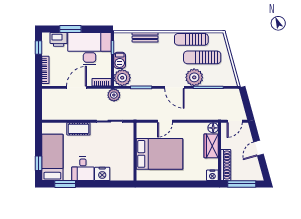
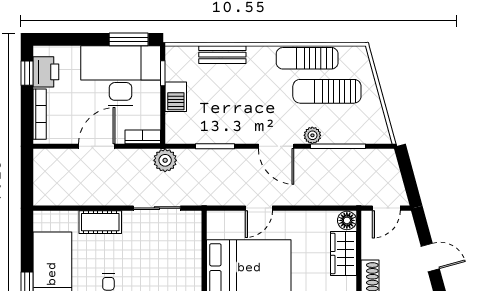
window: (70, 29) -> (129, 39), moved
printer: (59, 39) -> (46, 72), moved, turned -90
plant: (194, 77) -> (312, 135), width x0.53, depth x0.53
plant: (122, 78) -> (180, 129), removed
door: (259, 148) -> (430, 257), swing flipped

